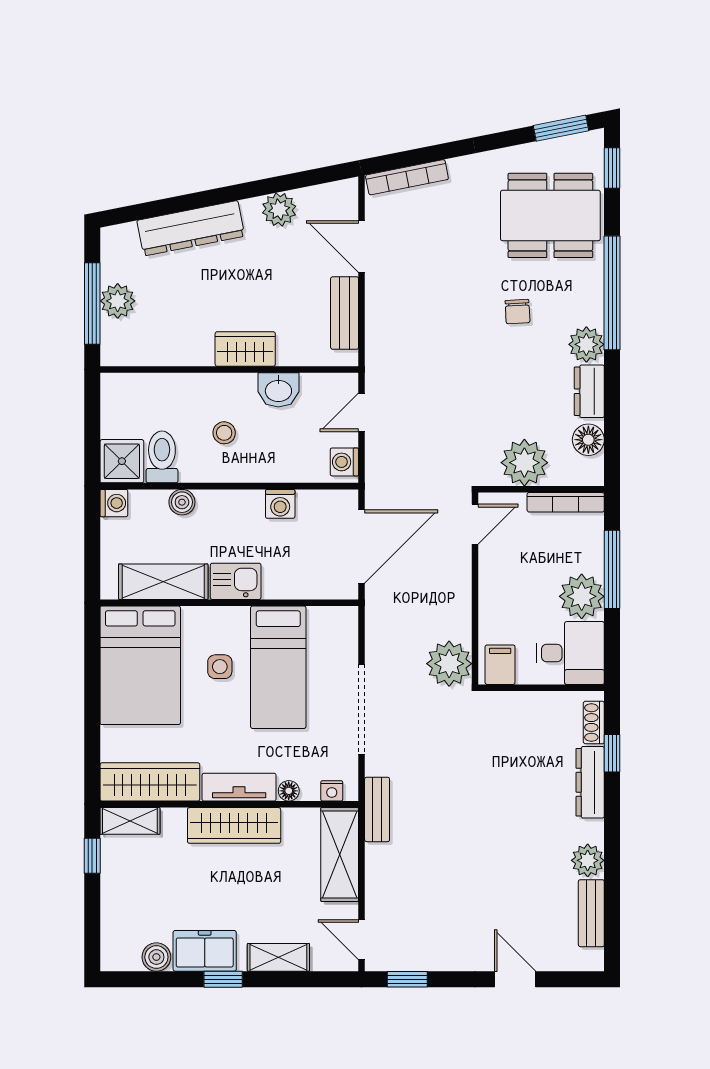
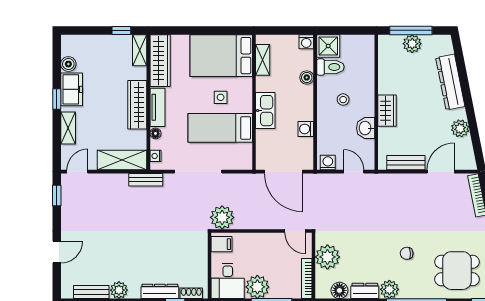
dining table: (550, 215) -> (457, 271), width x0.73
kitchen sink: (236, 581) -> (265, 111), width x1.38
shelving: (163, 582) -> (263, 60), width x0.67, depth x0.75

